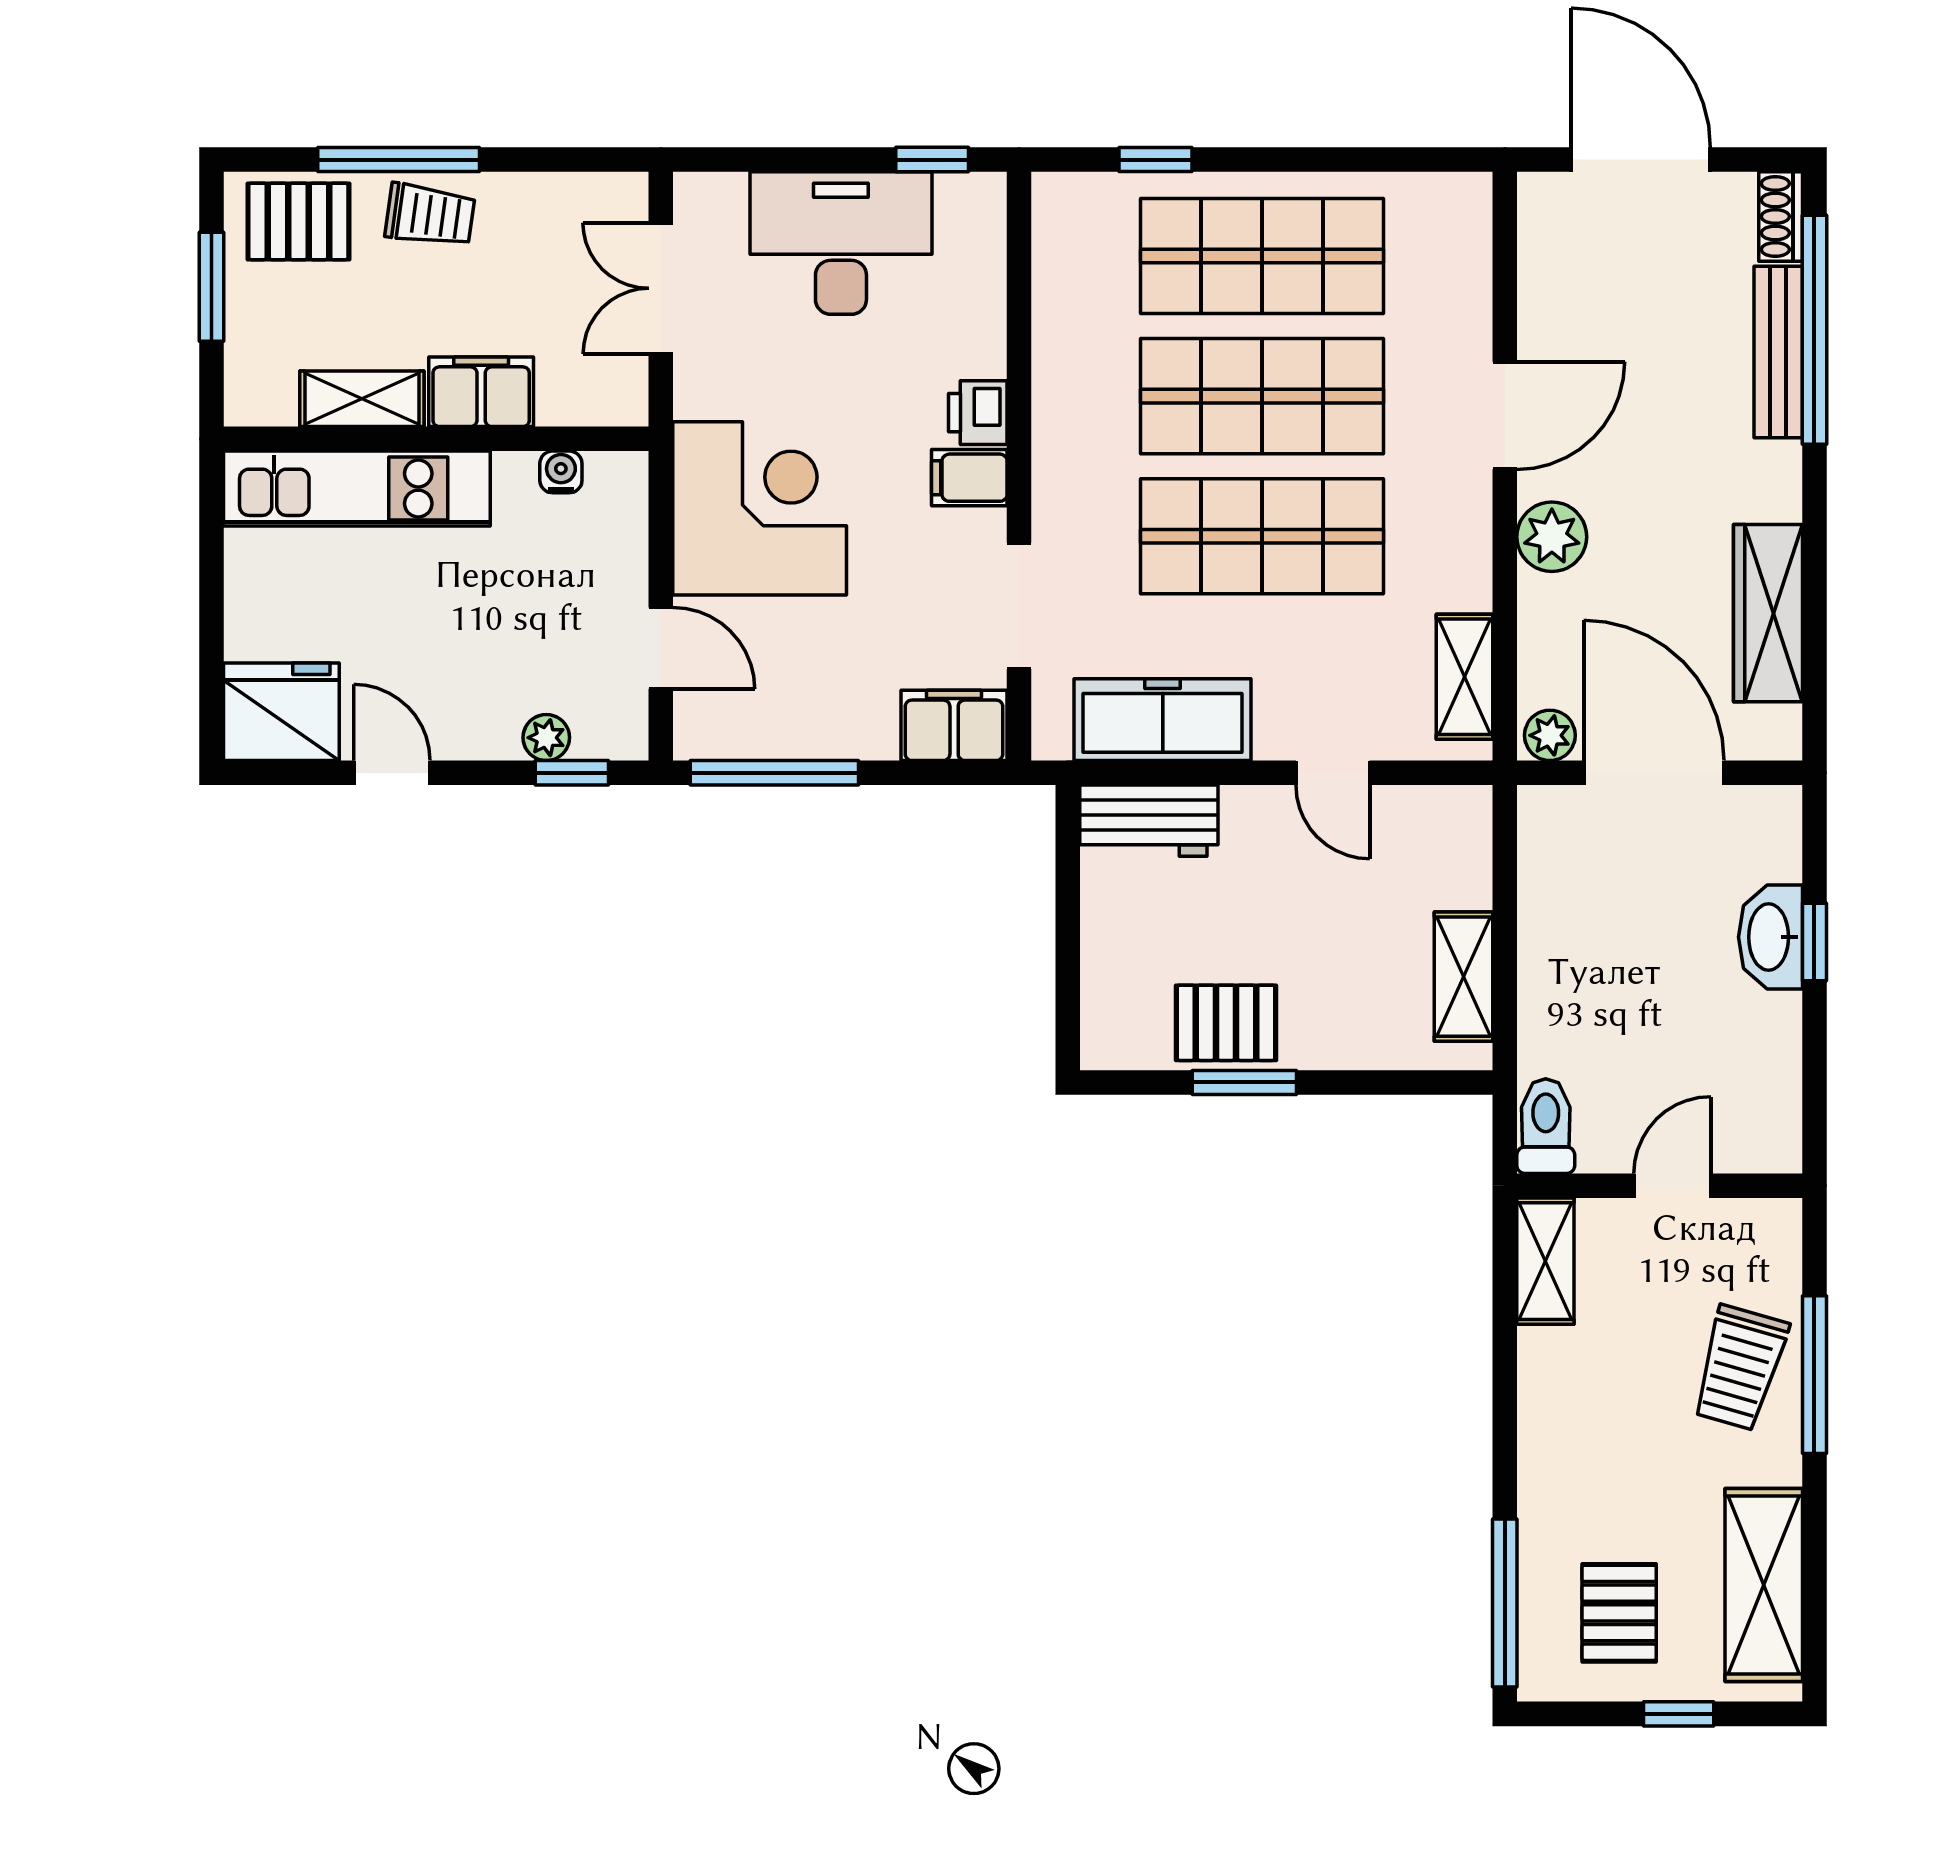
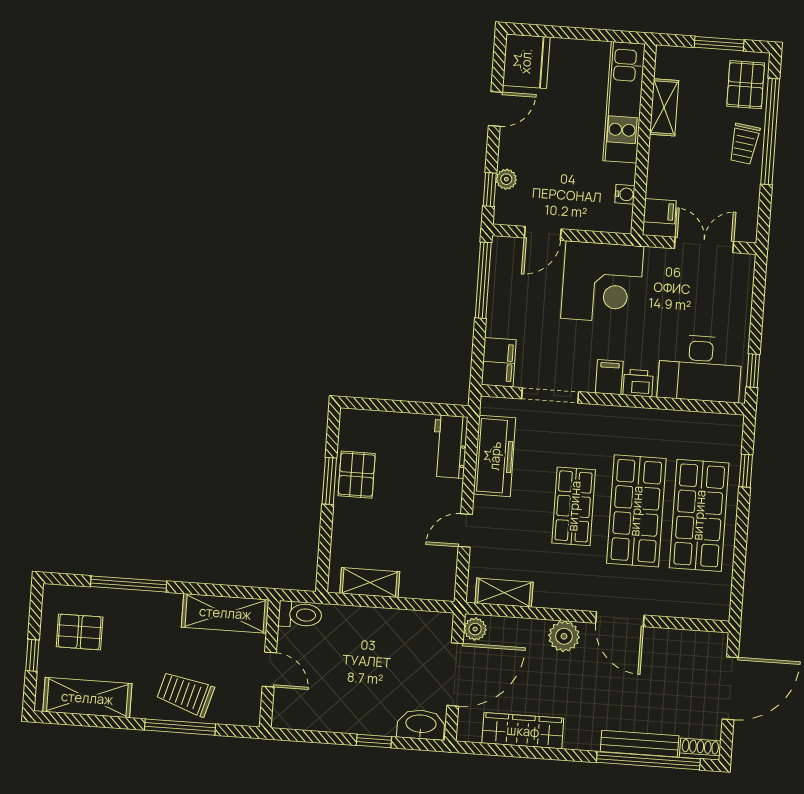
window: (399, 160) -> (770, 132), width x1.46
desk: (841, 243) -> (700, 368), moved, turned 90
filing cabinet: (481, 392) -> (660, 211), moved, width x0.50
shop shelf: (1262, 536) -> (574, 506), width x0.70, depth x0.74
washbasin: (1770, 937) -> (421, 725), moved
shelving: (1545, 1261) -> (225, 613), width x1.50, depth x1.33
window: (1505, 1603) -> (129, 584), moved

